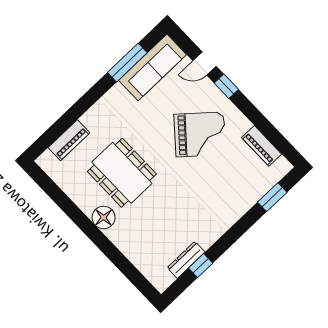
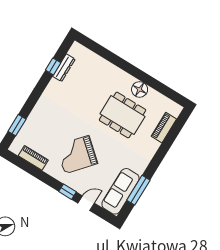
floor lamp: (104, 217) -> (140, 89), moved

